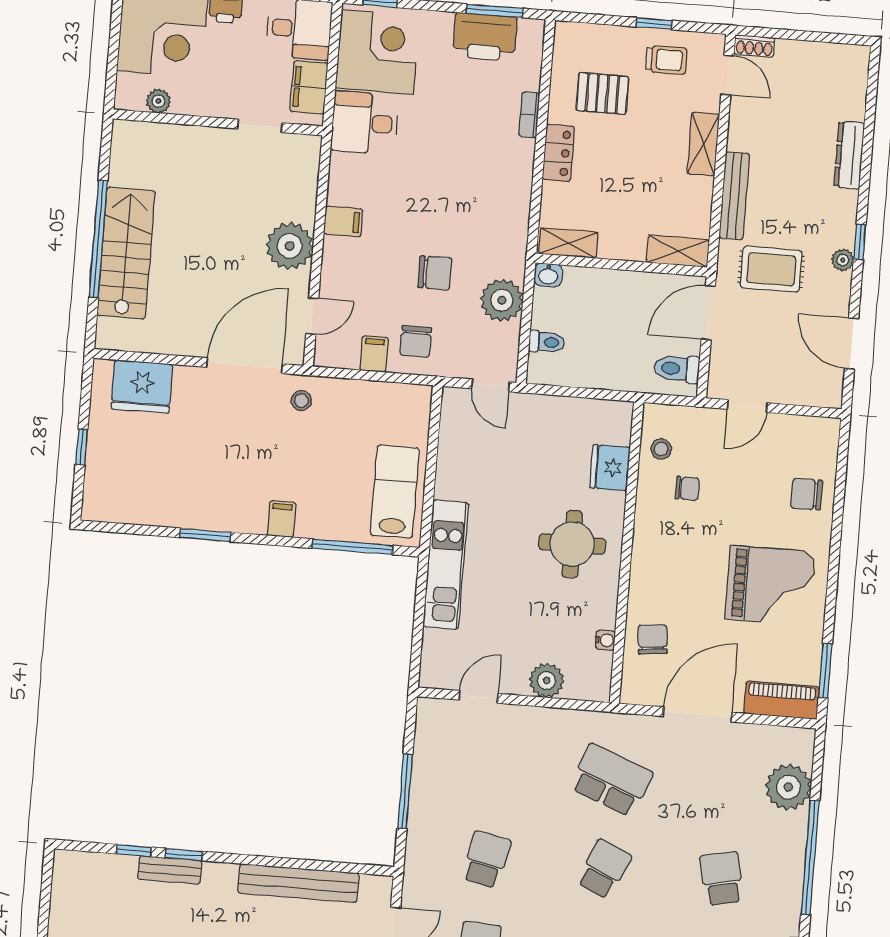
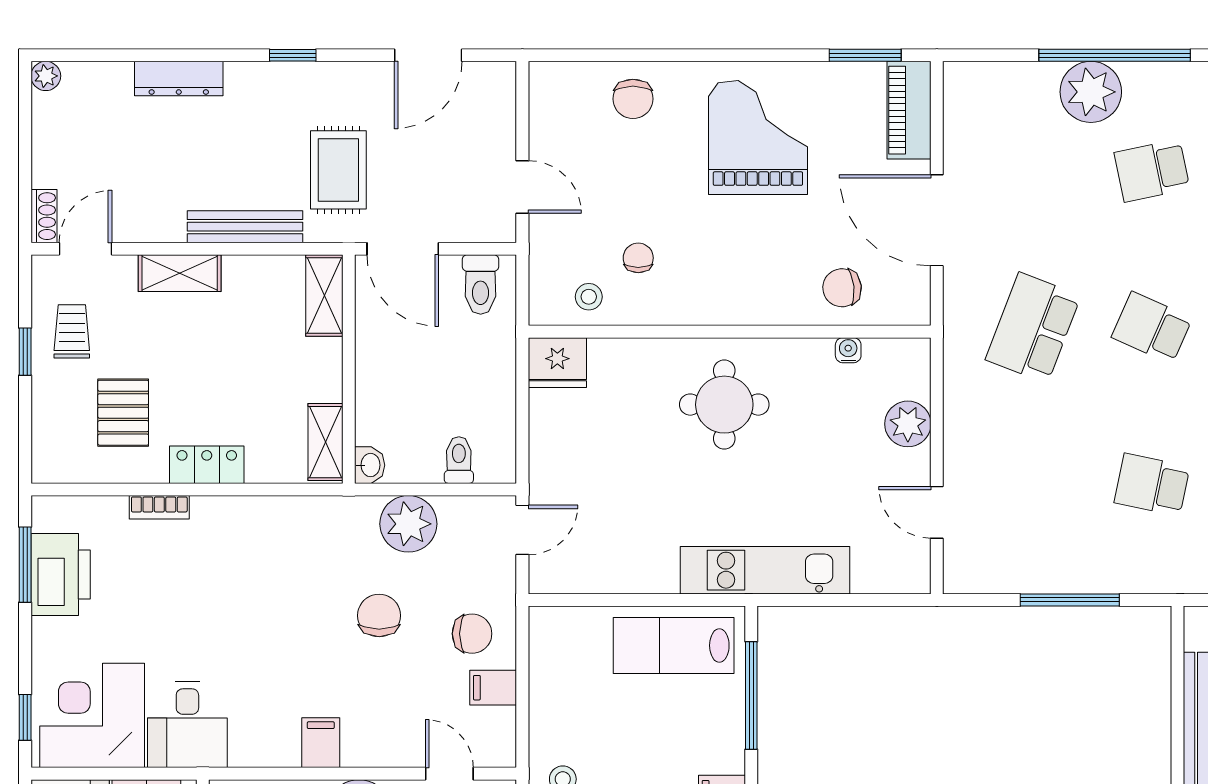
plant: (843, 260) -> (46, 76), moved
fridge: (610, 468) -> (557, 363), moved
plant: (788, 787) -> (1091, 92), moved

